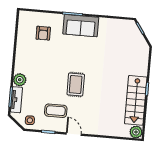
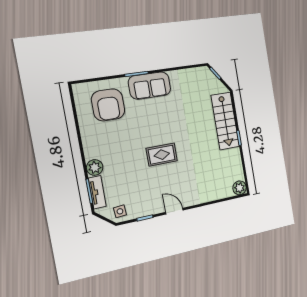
armchair: (43, 33) -> (108, 105), width x1.88, depth x1.88
rug: (76, 85) -> (162, 155), turned 90
stairs: (136, 100) -> (225, 121), moved
coffee table: (56, 111) -> (147, 191), removed

